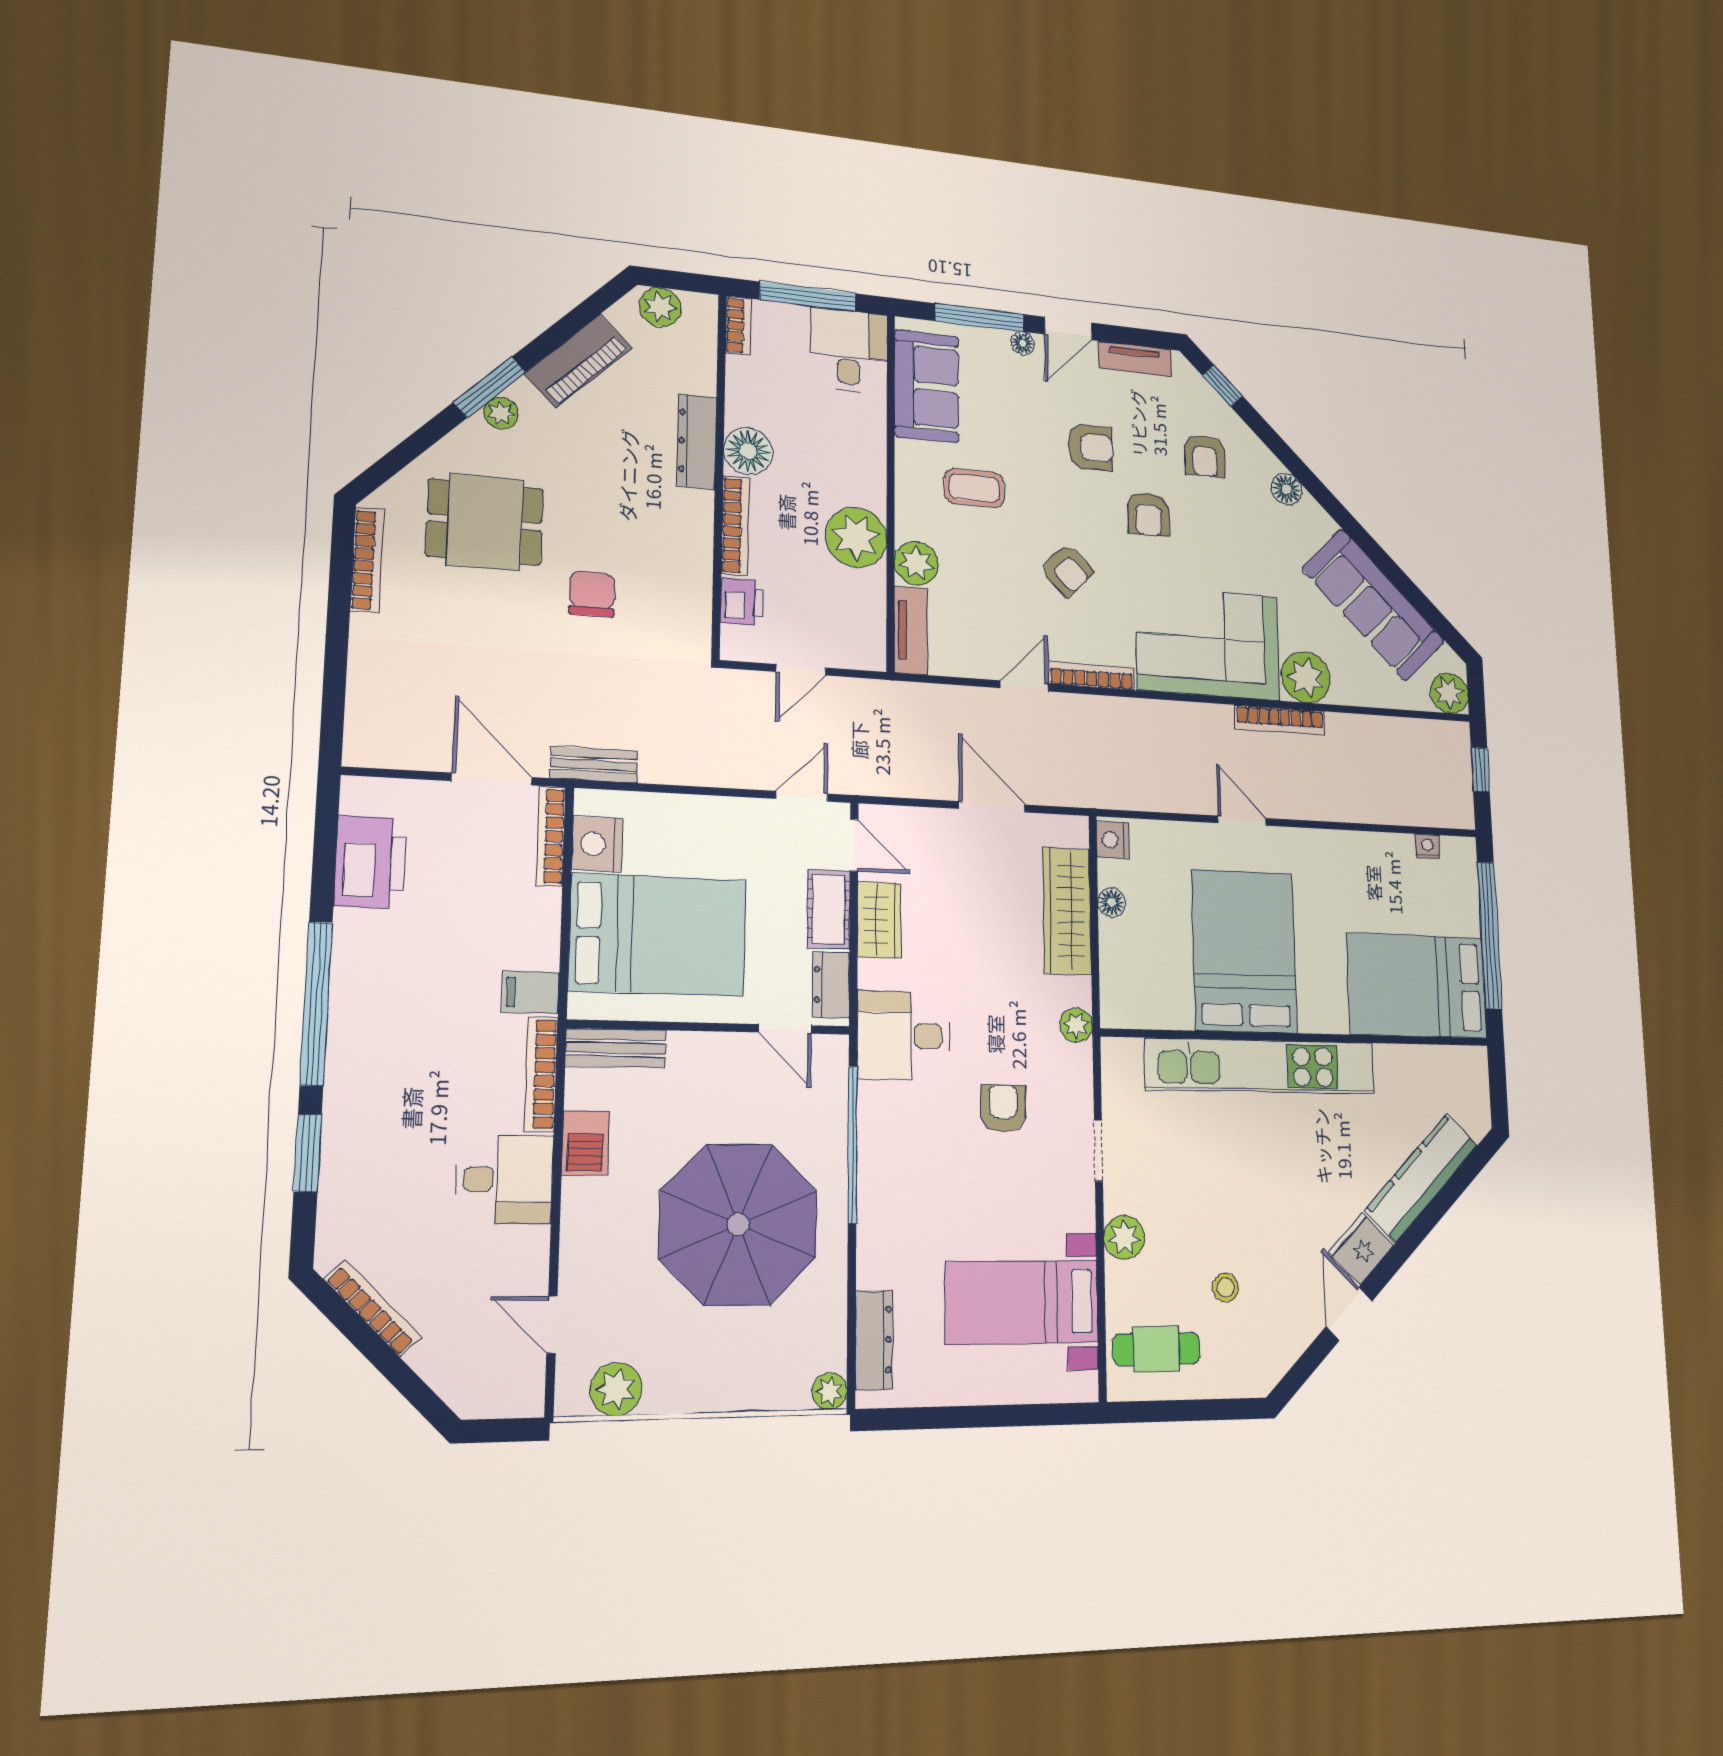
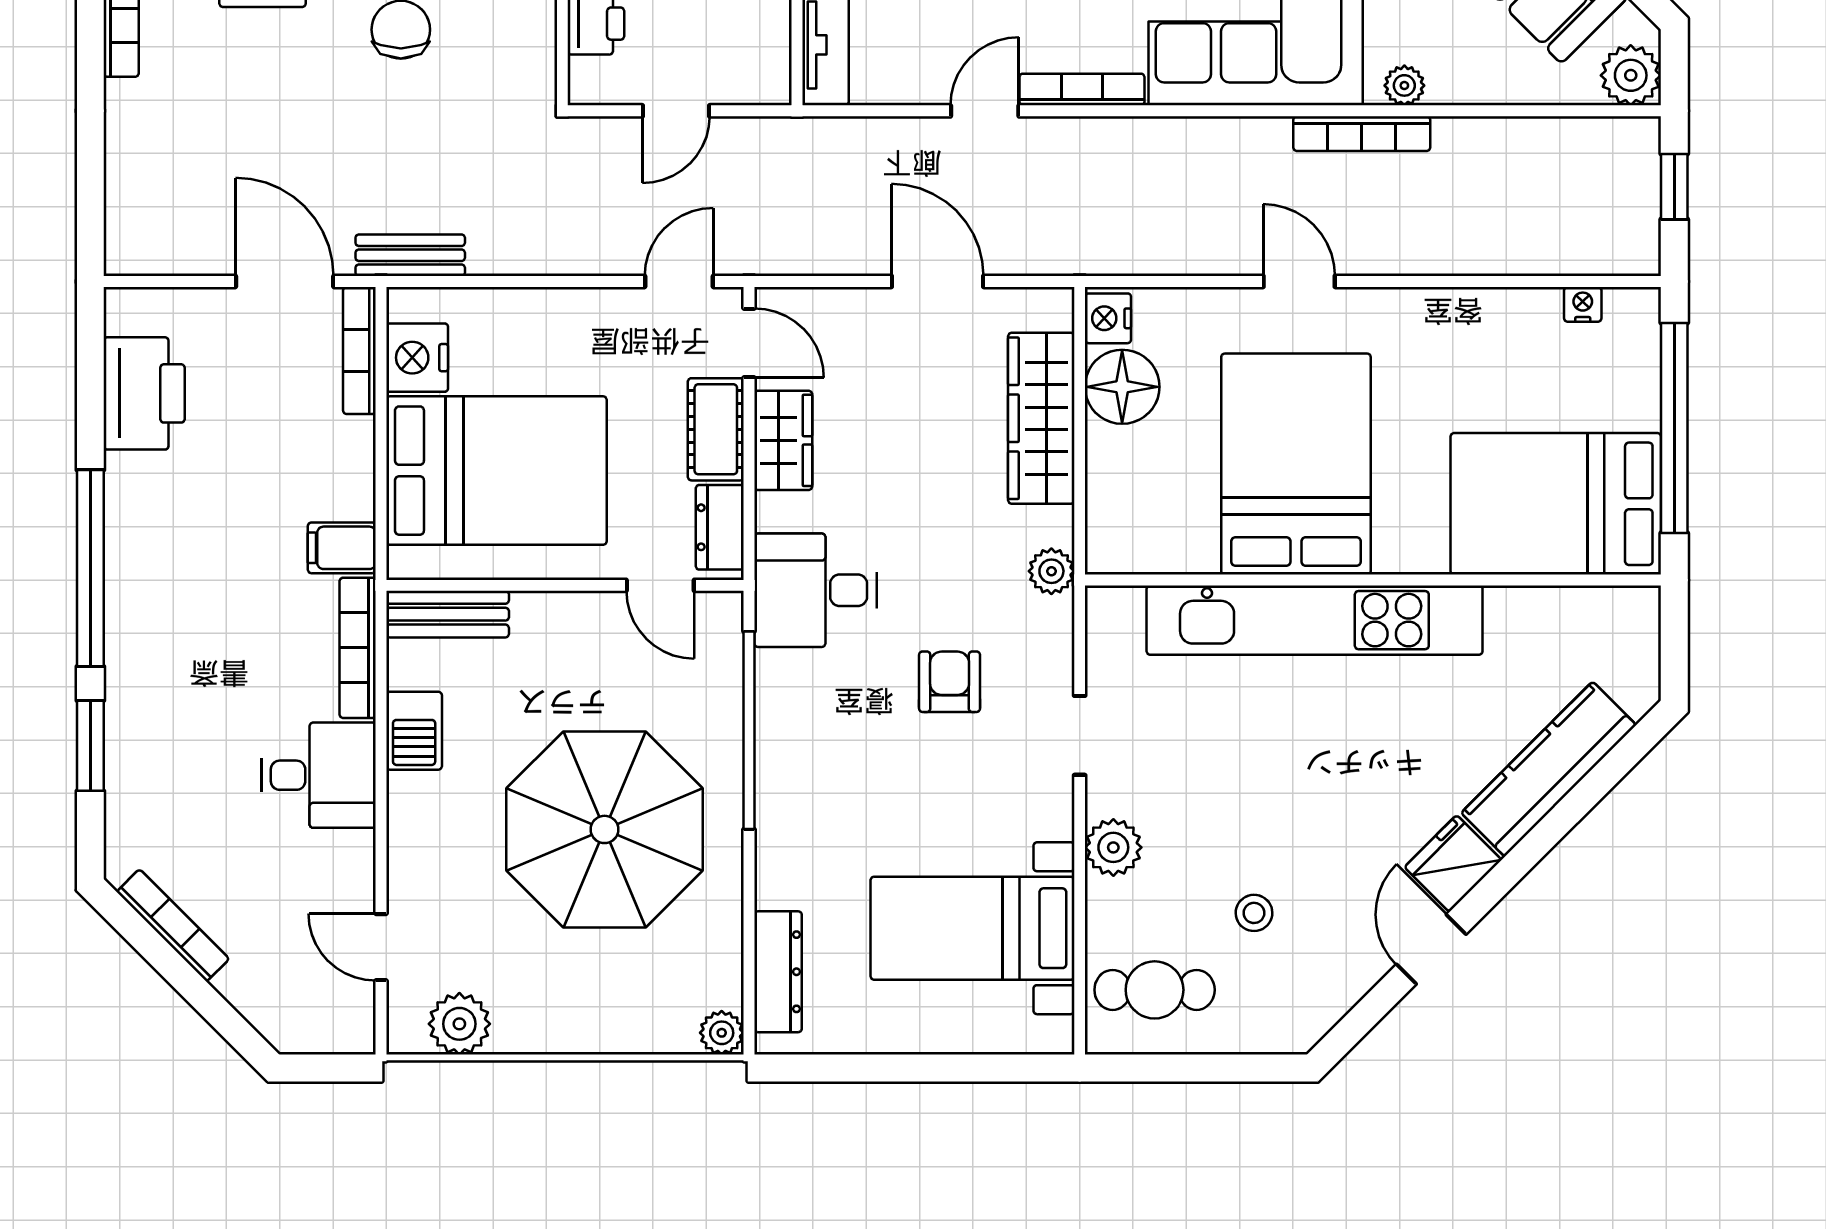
plant: (1306, 677) -> (1404, 85), width x0.53, depth x0.53
floor lamp: (1112, 902) -> (1122, 387), width x1.89, depth x1.89

